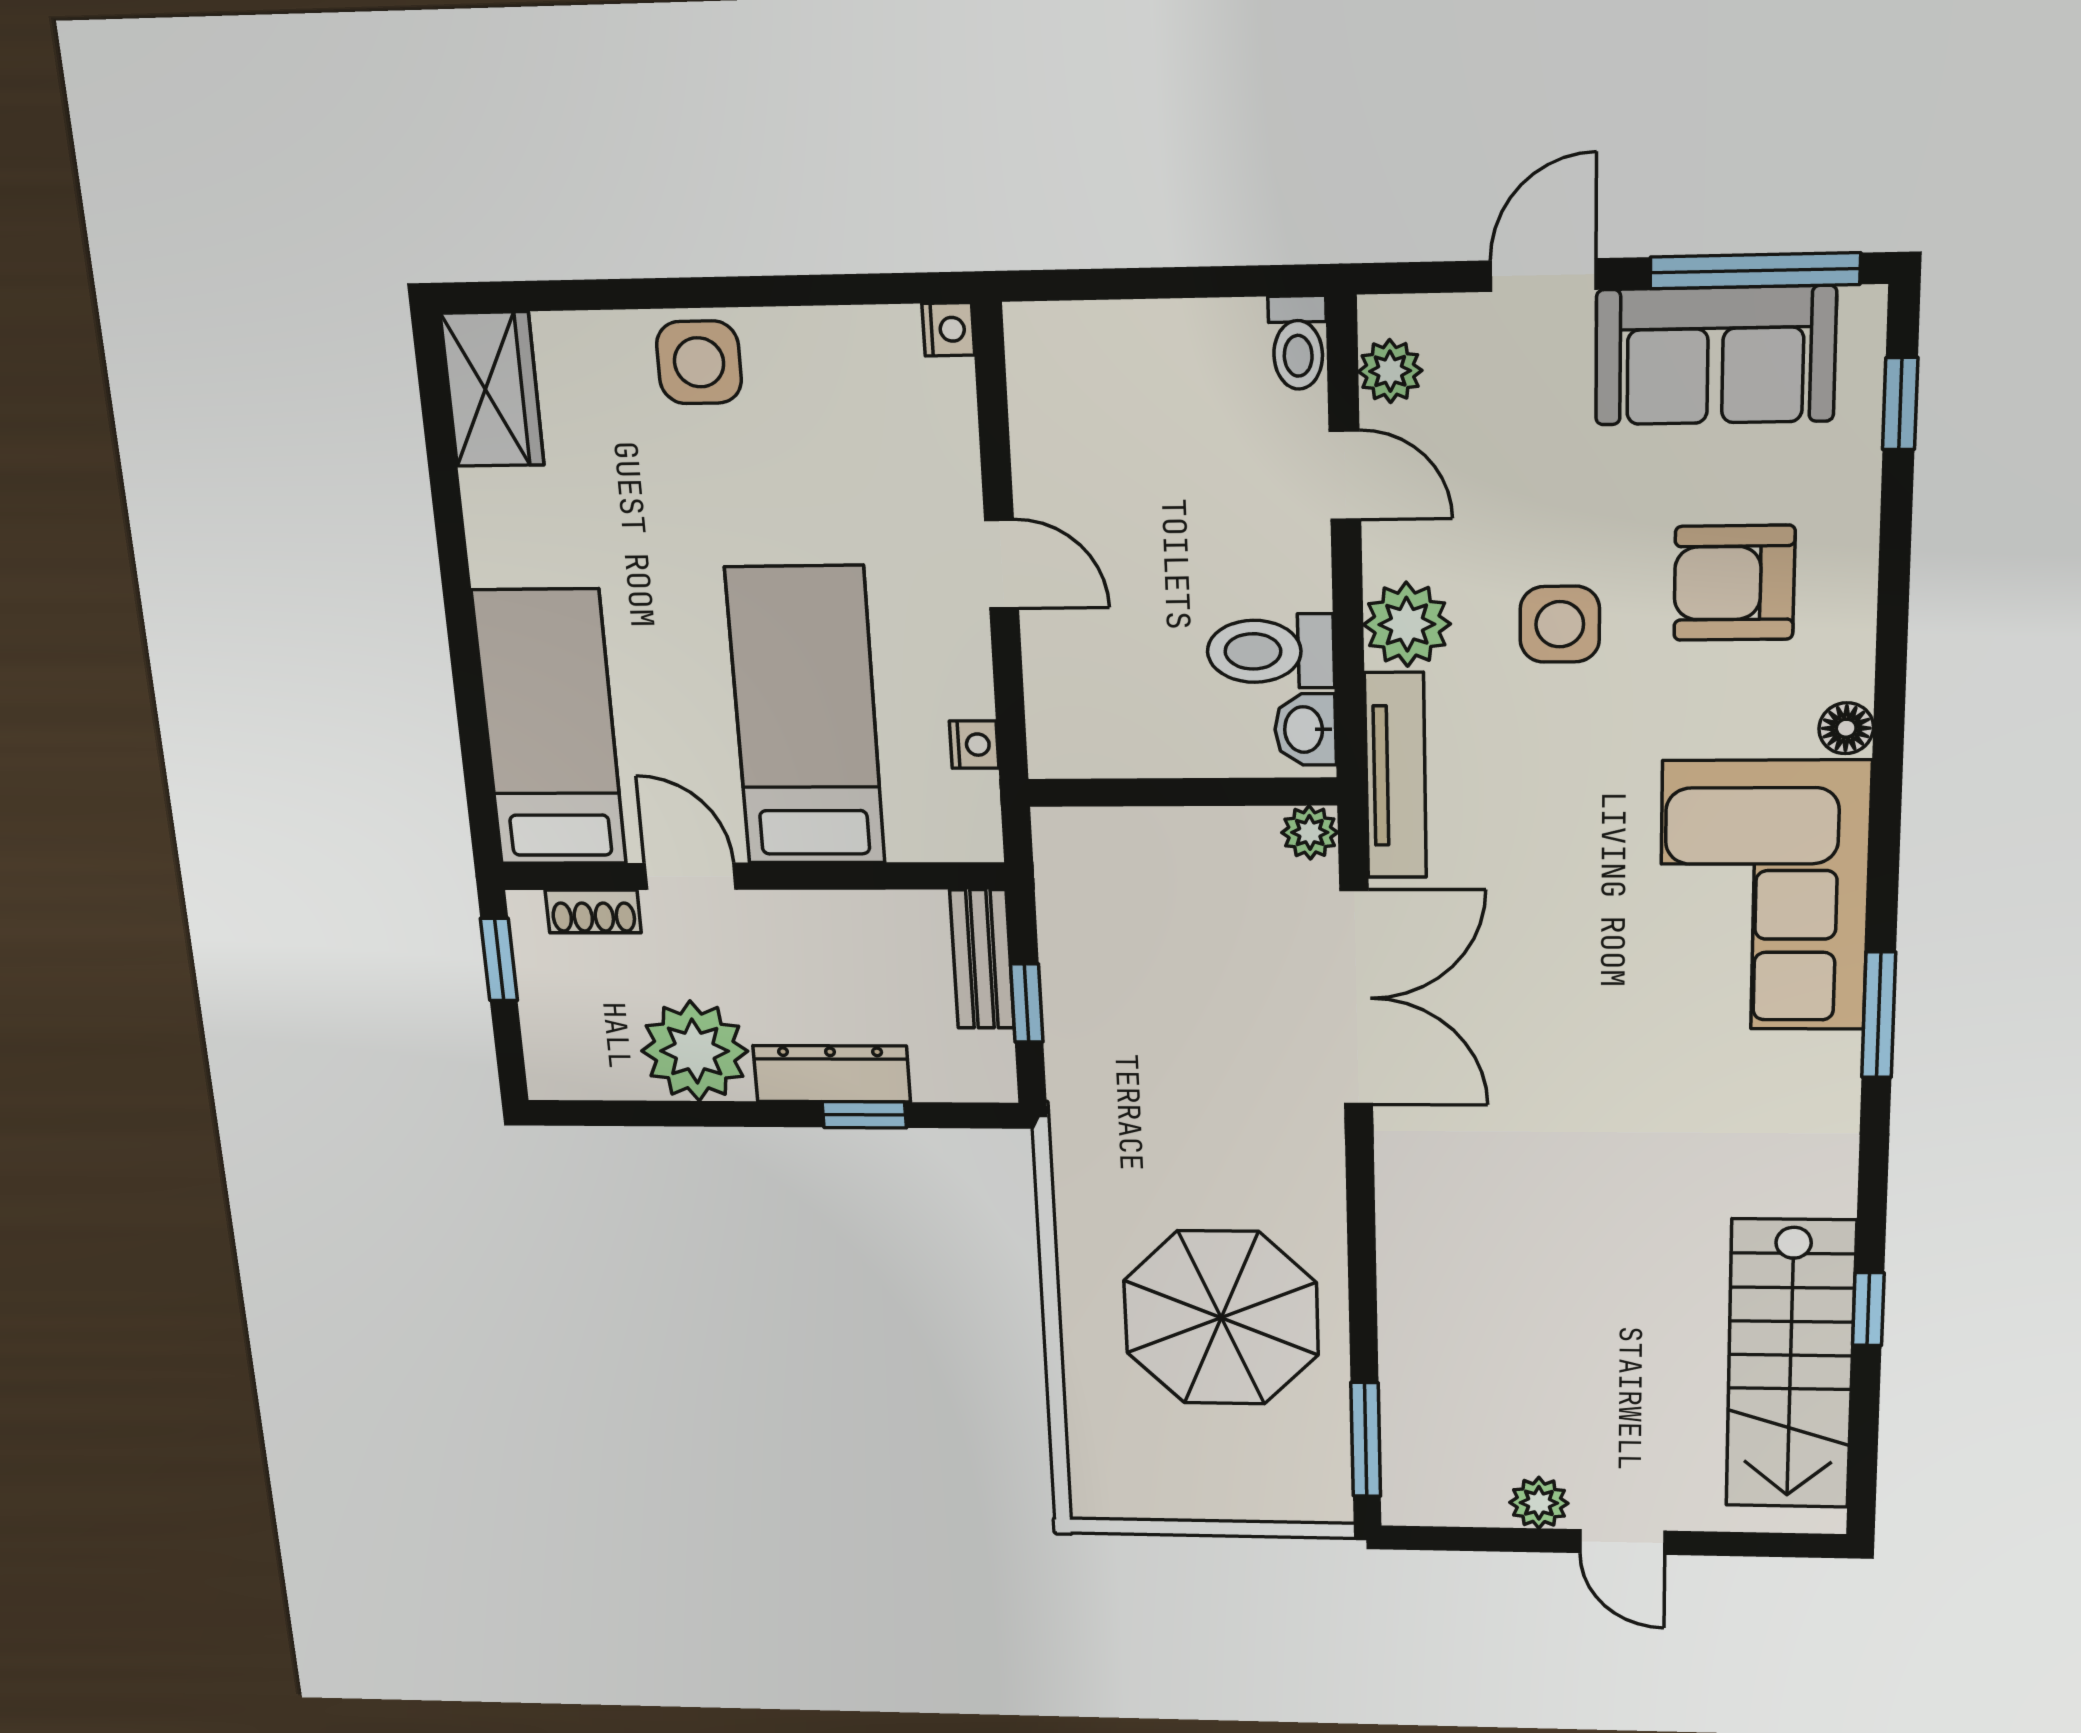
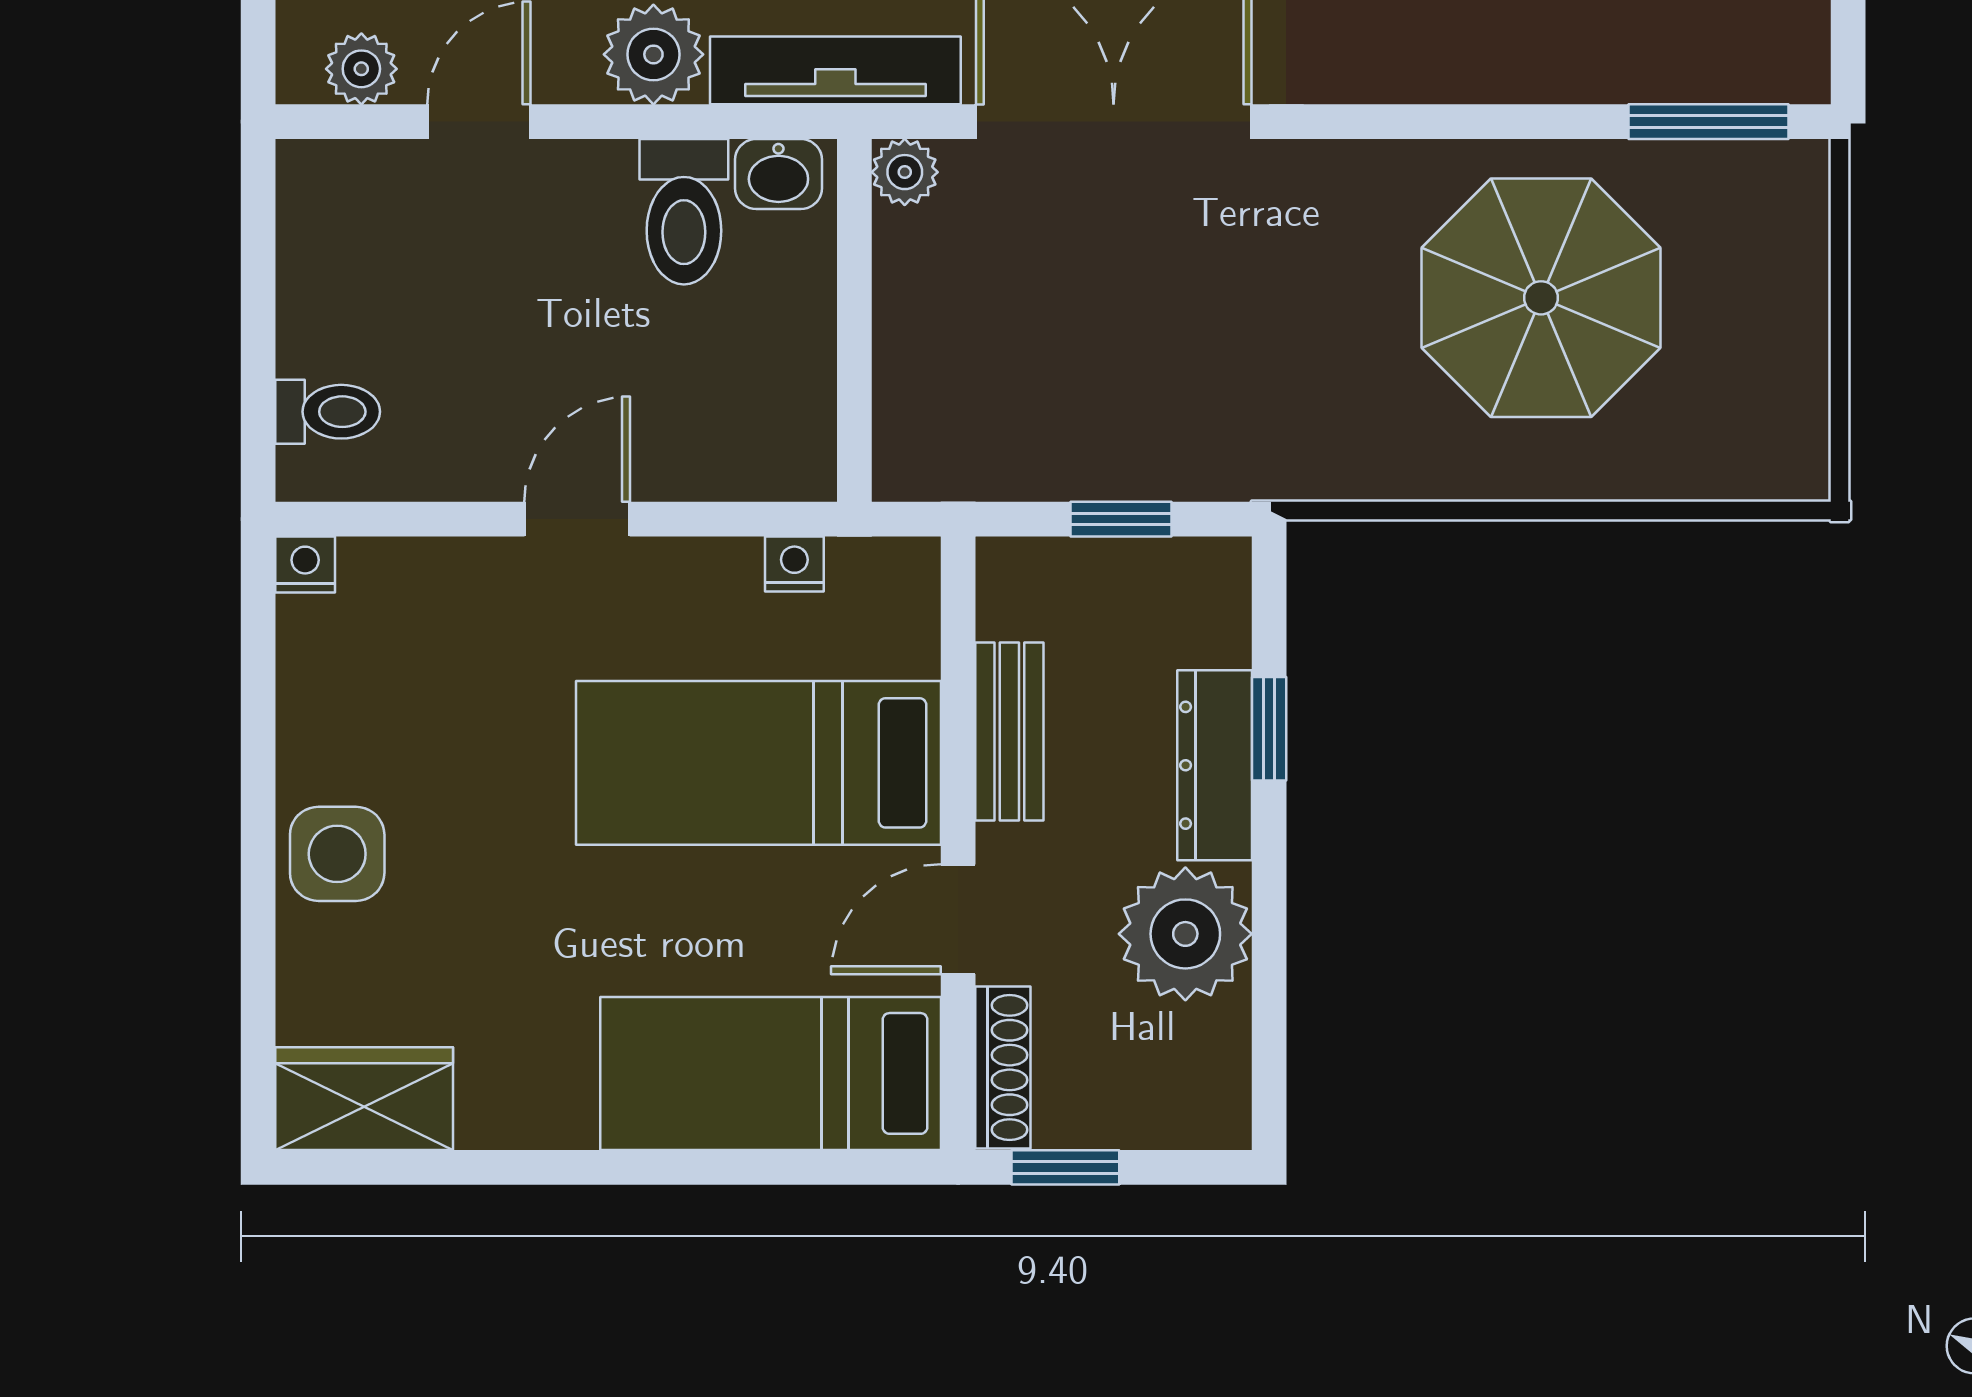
toilet: (1298, 343) -> (328, 412), moved
shoe rack: (593, 911) -> (1003, 1067), width x1.43
bench: (982, 959) -> (1009, 732), moved, turned 90

